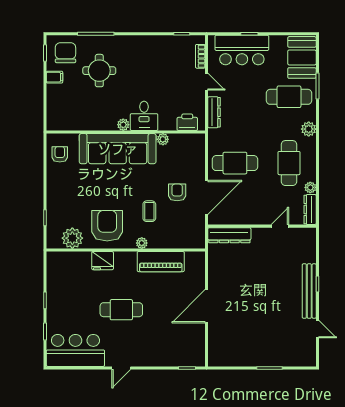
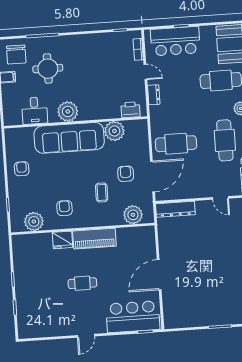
chair: (65, 53) -> (16, 54), turned 180
dresser: (214, 112) -> (154, 95), width x0.70
desk: (144, 116) -> (35, 111), moved
plant: (123, 125) -> (68, 111), width x1.88, depth x1.88
plant: (163, 139) -> (114, 131), width x1.88, depth x1.88
armchair: (60, 154) -> (22, 169), moved
armchair: (107, 226) -> (64, 208), width x0.53, depth x0.53
door: (280, 226) -> (220, 198), swing flipped
plant: (142, 243) -> (133, 215), moved, width x1.87, depth x1.87
piano: (161, 262) -> (94, 239), moved
cafe table: (121, 310) -> (82, 283), width x0.73, depth x0.74
bar counter: (75, 350) -> (133, 317), moved

